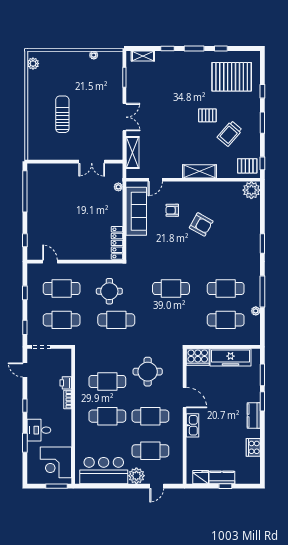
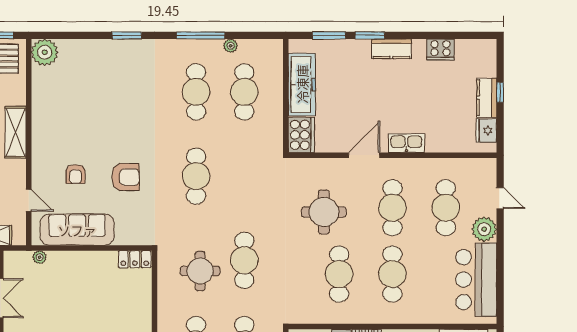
armchair: (201, 224) -> (126, 177), moved, turned 61
locker: (117, 243) -> (135, 259), width x0.66

